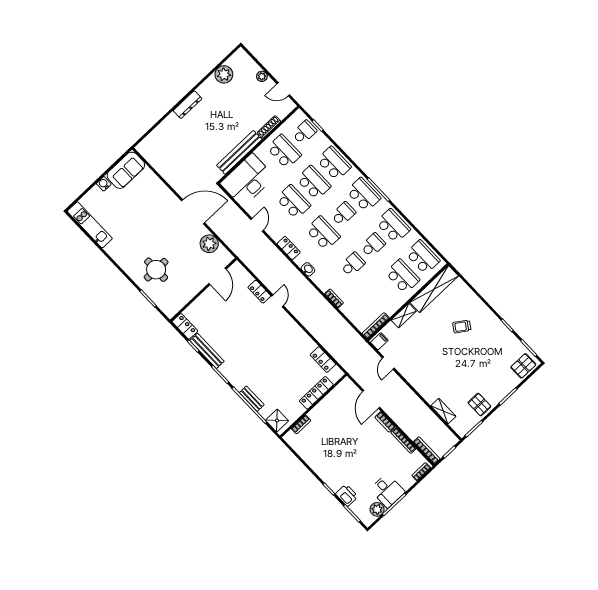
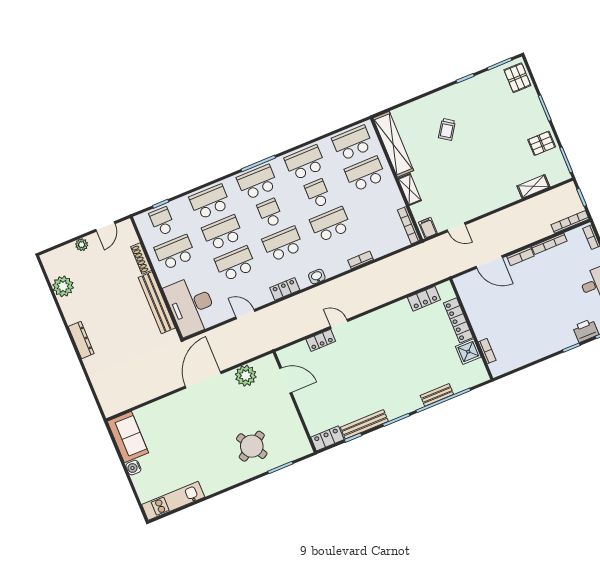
school desk: (353, 264) -> (330, 224), width x1.85
round table: (156, 270) -> (252, 446), turned -31
shower: (277, 421) -> (468, 352), moved

